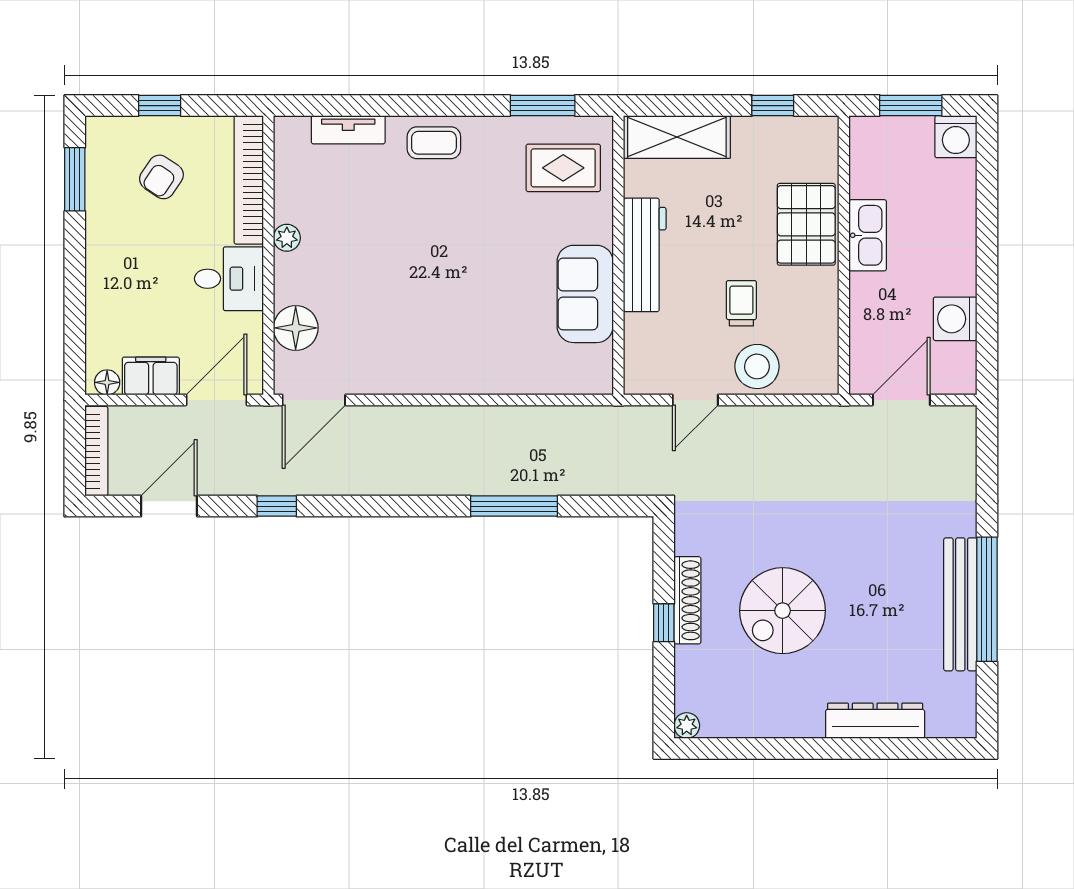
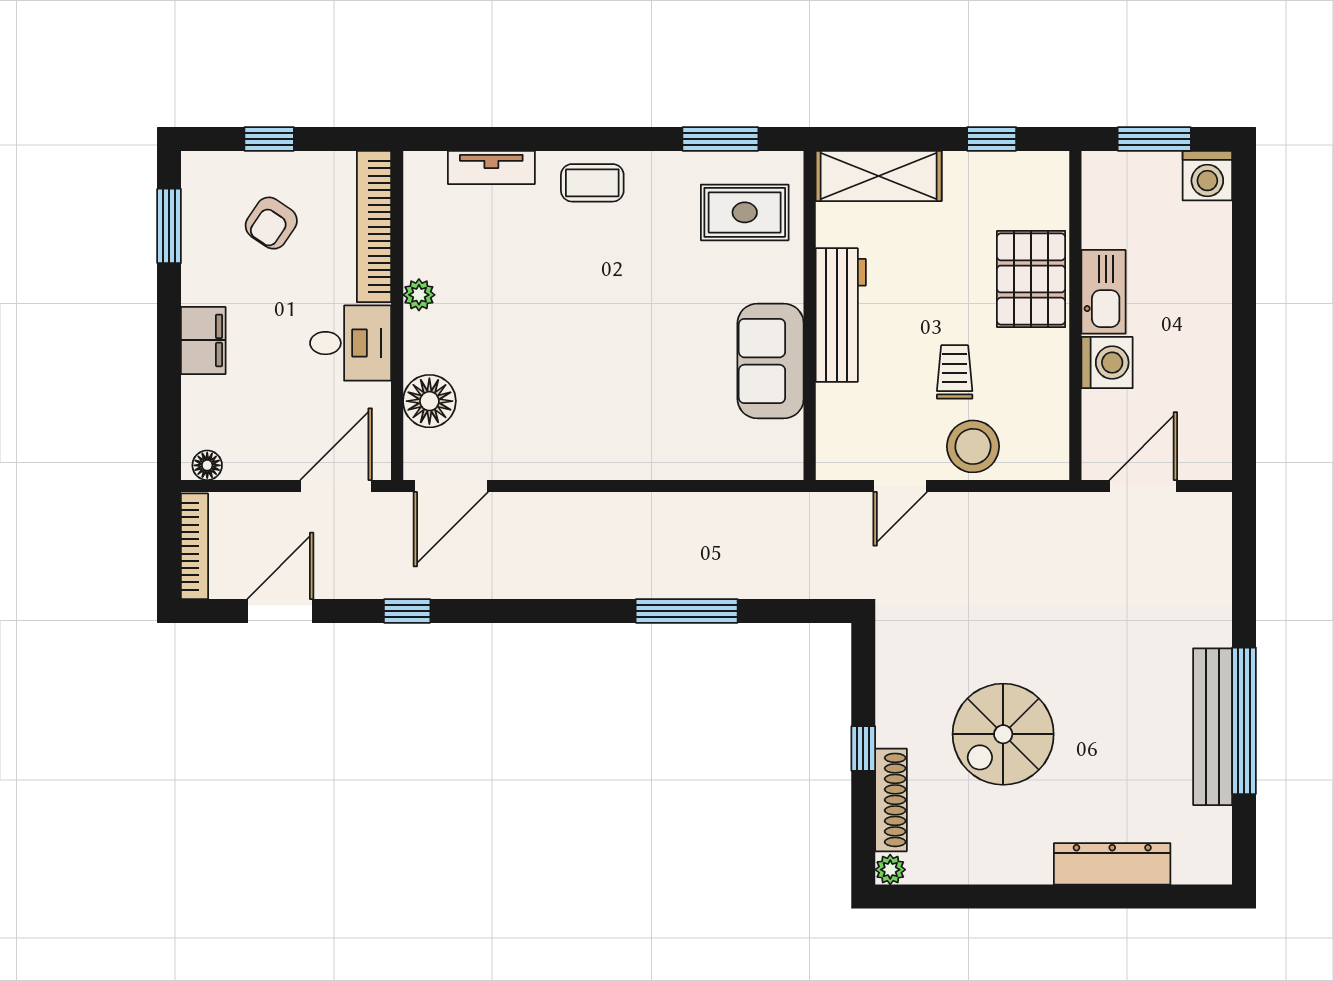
washing machine: (955, 319) -> (1107, 363), moved, turned 180
filing cabinet: (151, 376) -> (203, 340), moved, turned 90
shoe rack: (687, 600) -> (891, 800), moved

